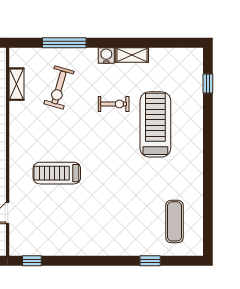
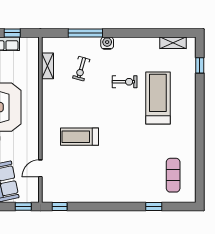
water cooler: (106, 55) -> (107, 43), moved
shelving: (132, 55) -> (173, 43), moved
exercise bike: (59, 88) -> (81, 69), width x0.73, depth x0.72

